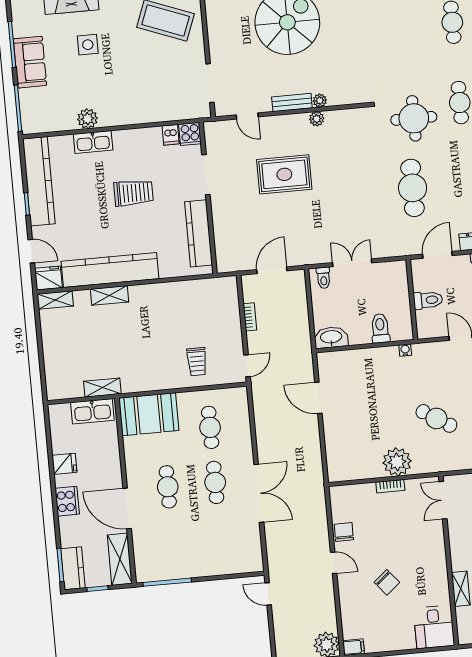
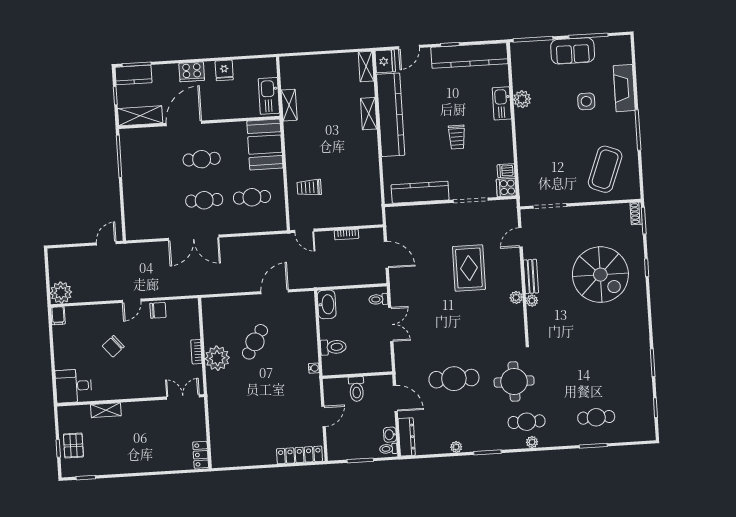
trolley: (134, 193) -> (457, 137), width x0.73, depth x0.72
cafe table: (436, 418) -> (255, 342), moved

